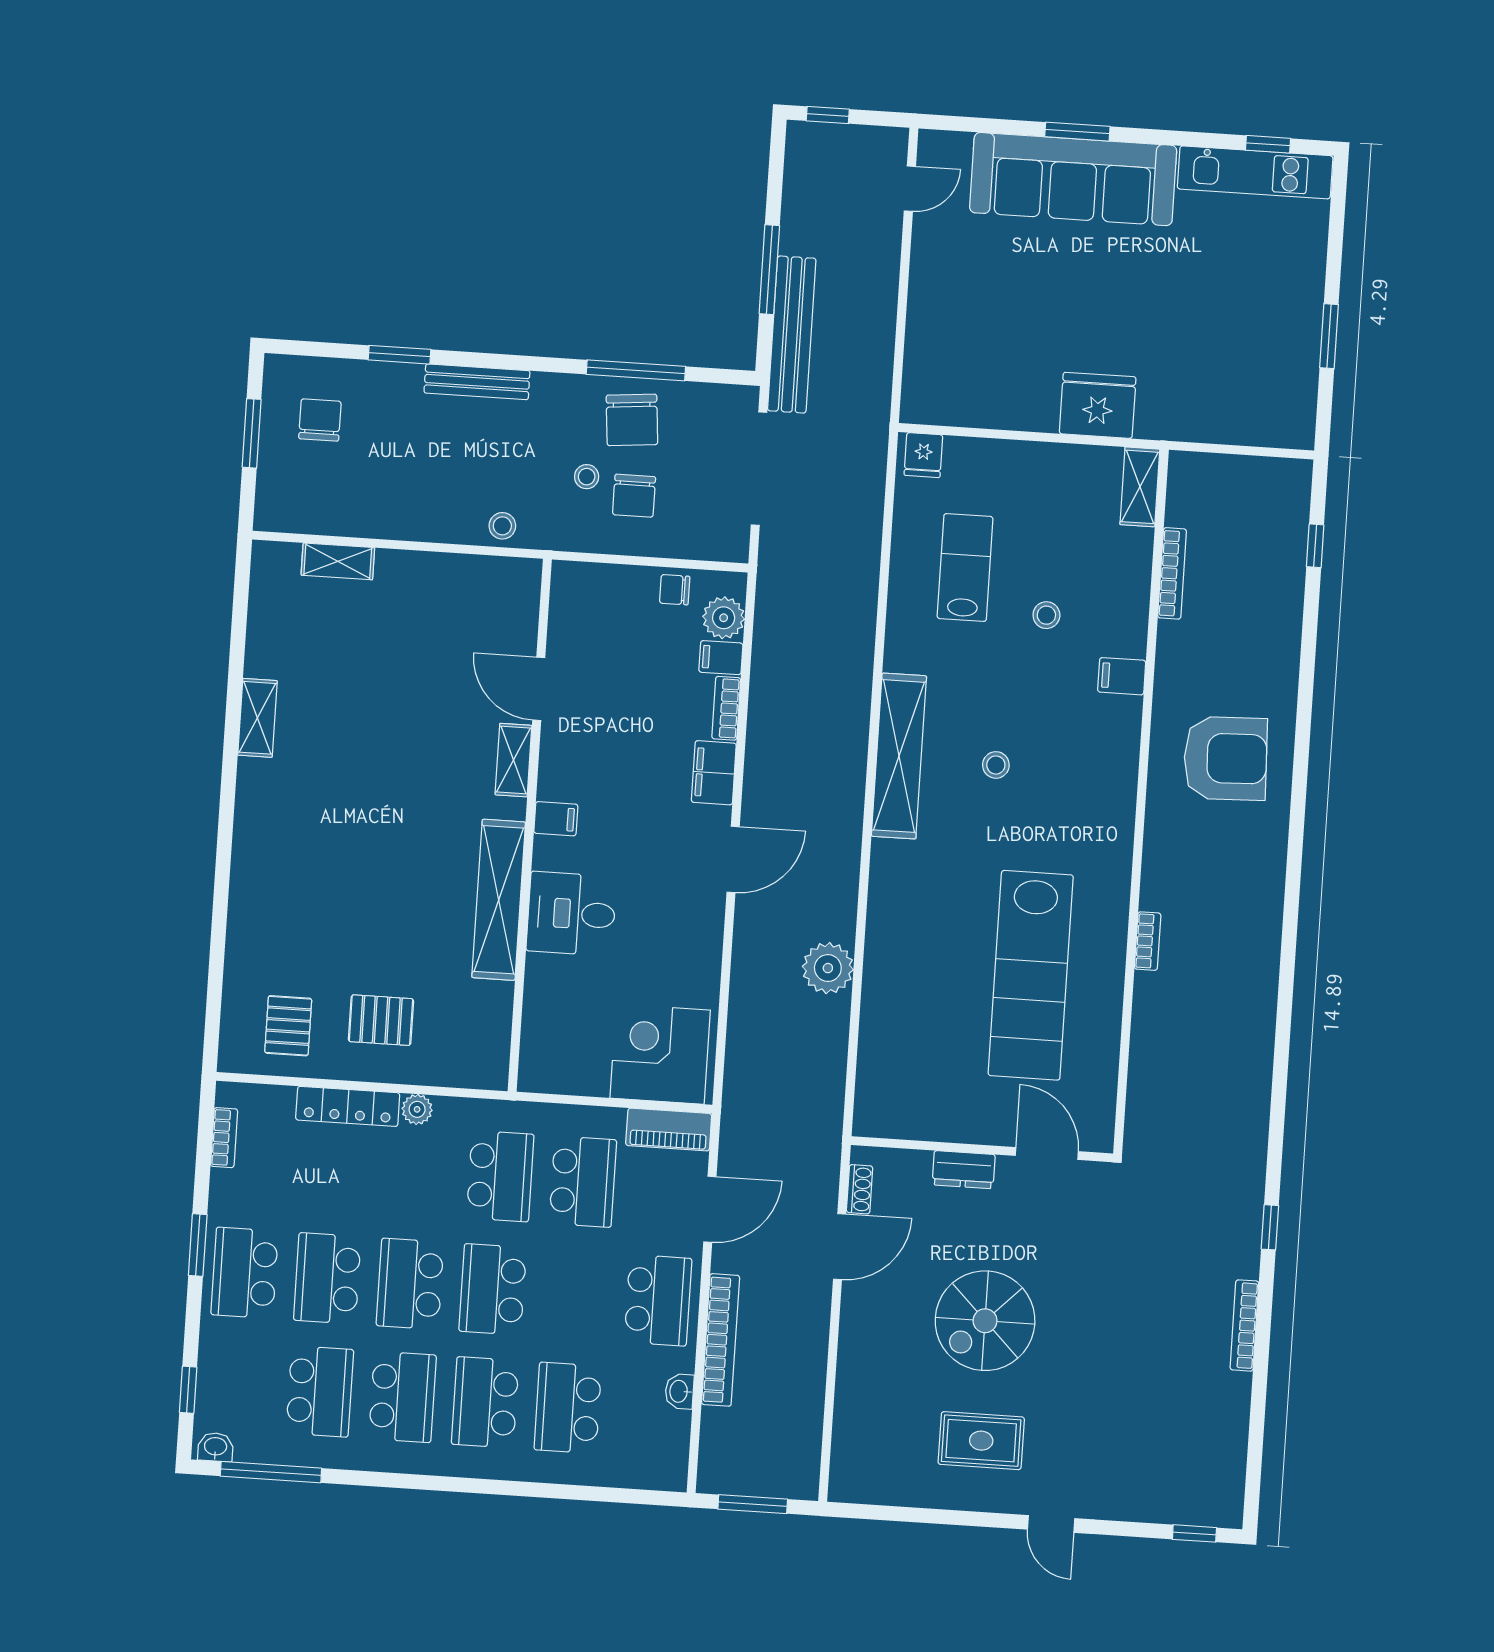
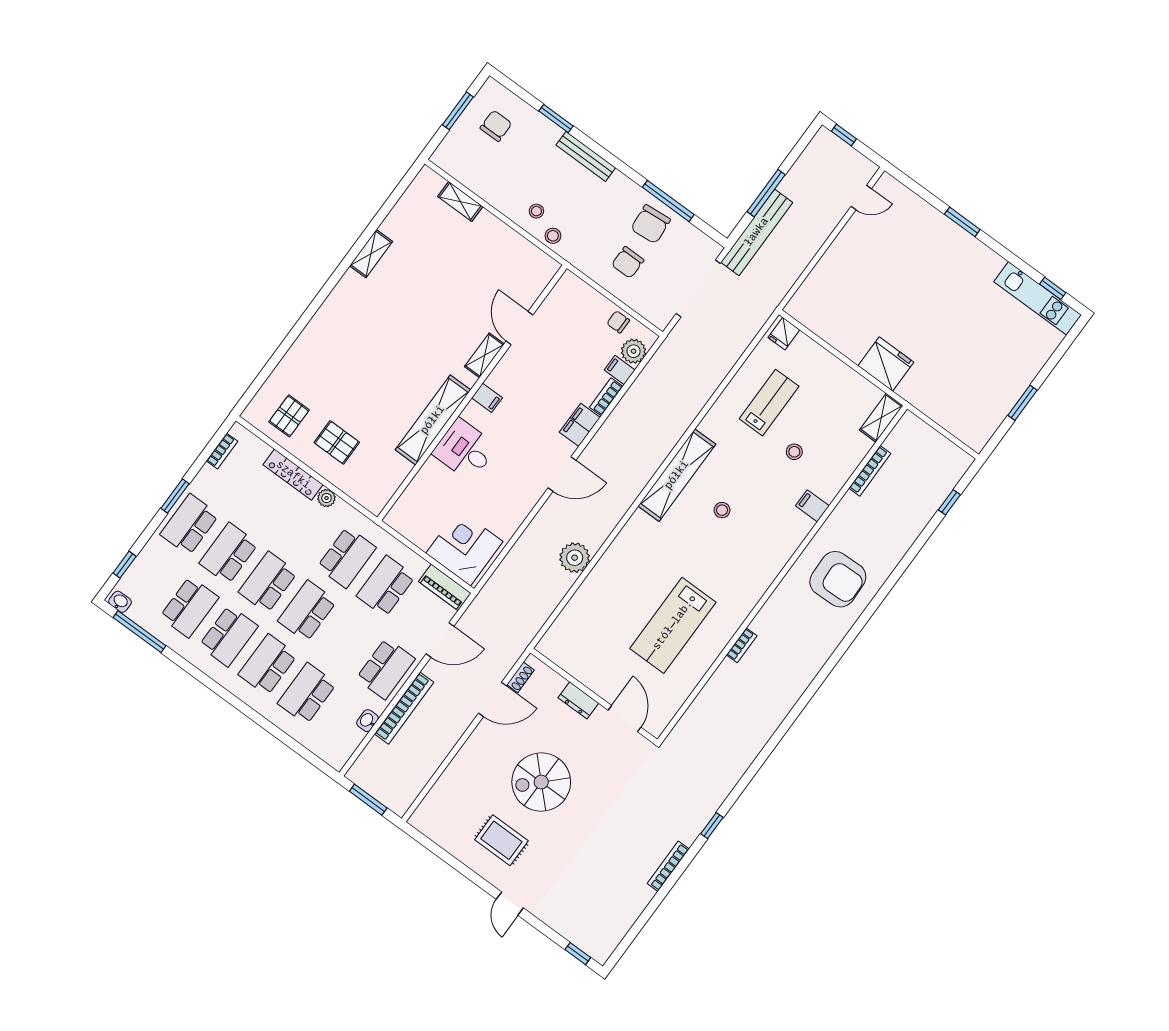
sofa: (1073, 179) -> (945, 244), removed
stool: (587, 477) -> (536, 211), moved
lab bench: (1031, 975) -> (673, 625), width x0.73
school desk: (583, 1182) -> (386, 586), turned 180

